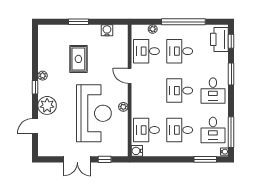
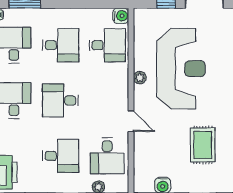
desk: (146, 51) -> (107, 156), turned 90
desk: (180, 91) -> (61, 101), turned 180
reception desk: (94, 113) -> (181, 69), turned 180

